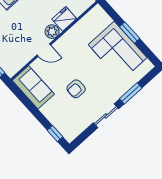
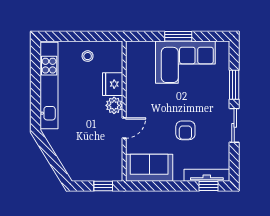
tv unit: (61, 127) -> (207, 175), added

